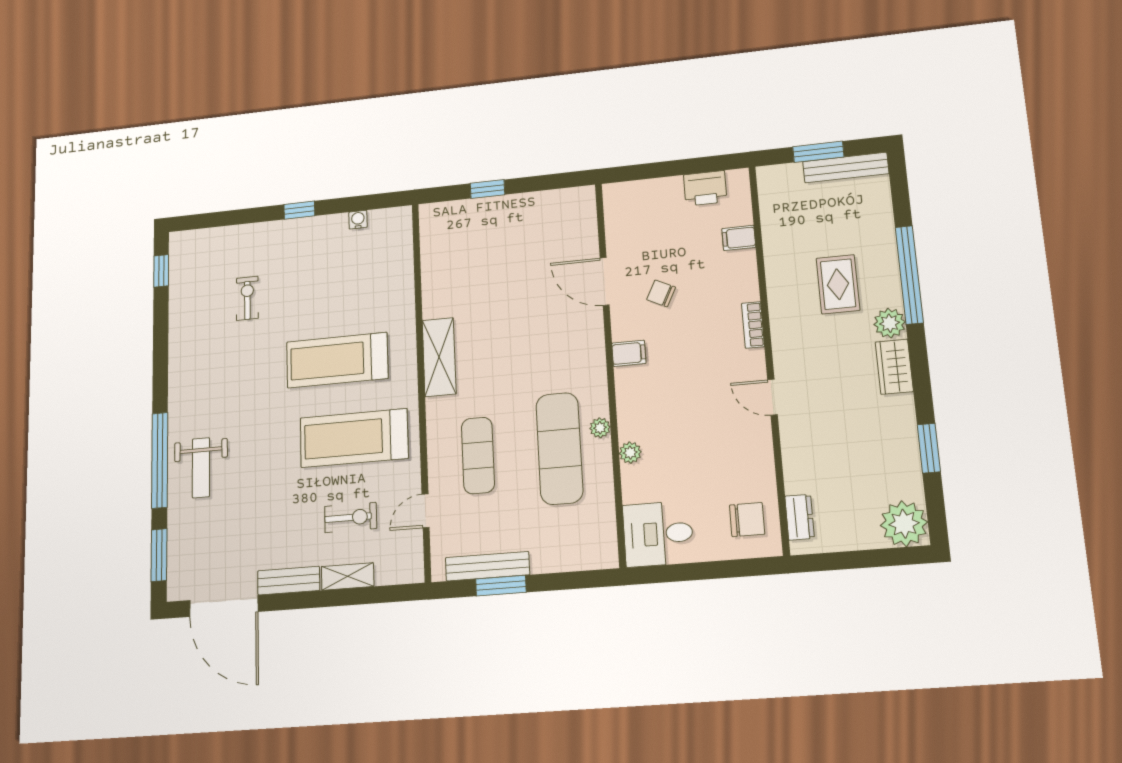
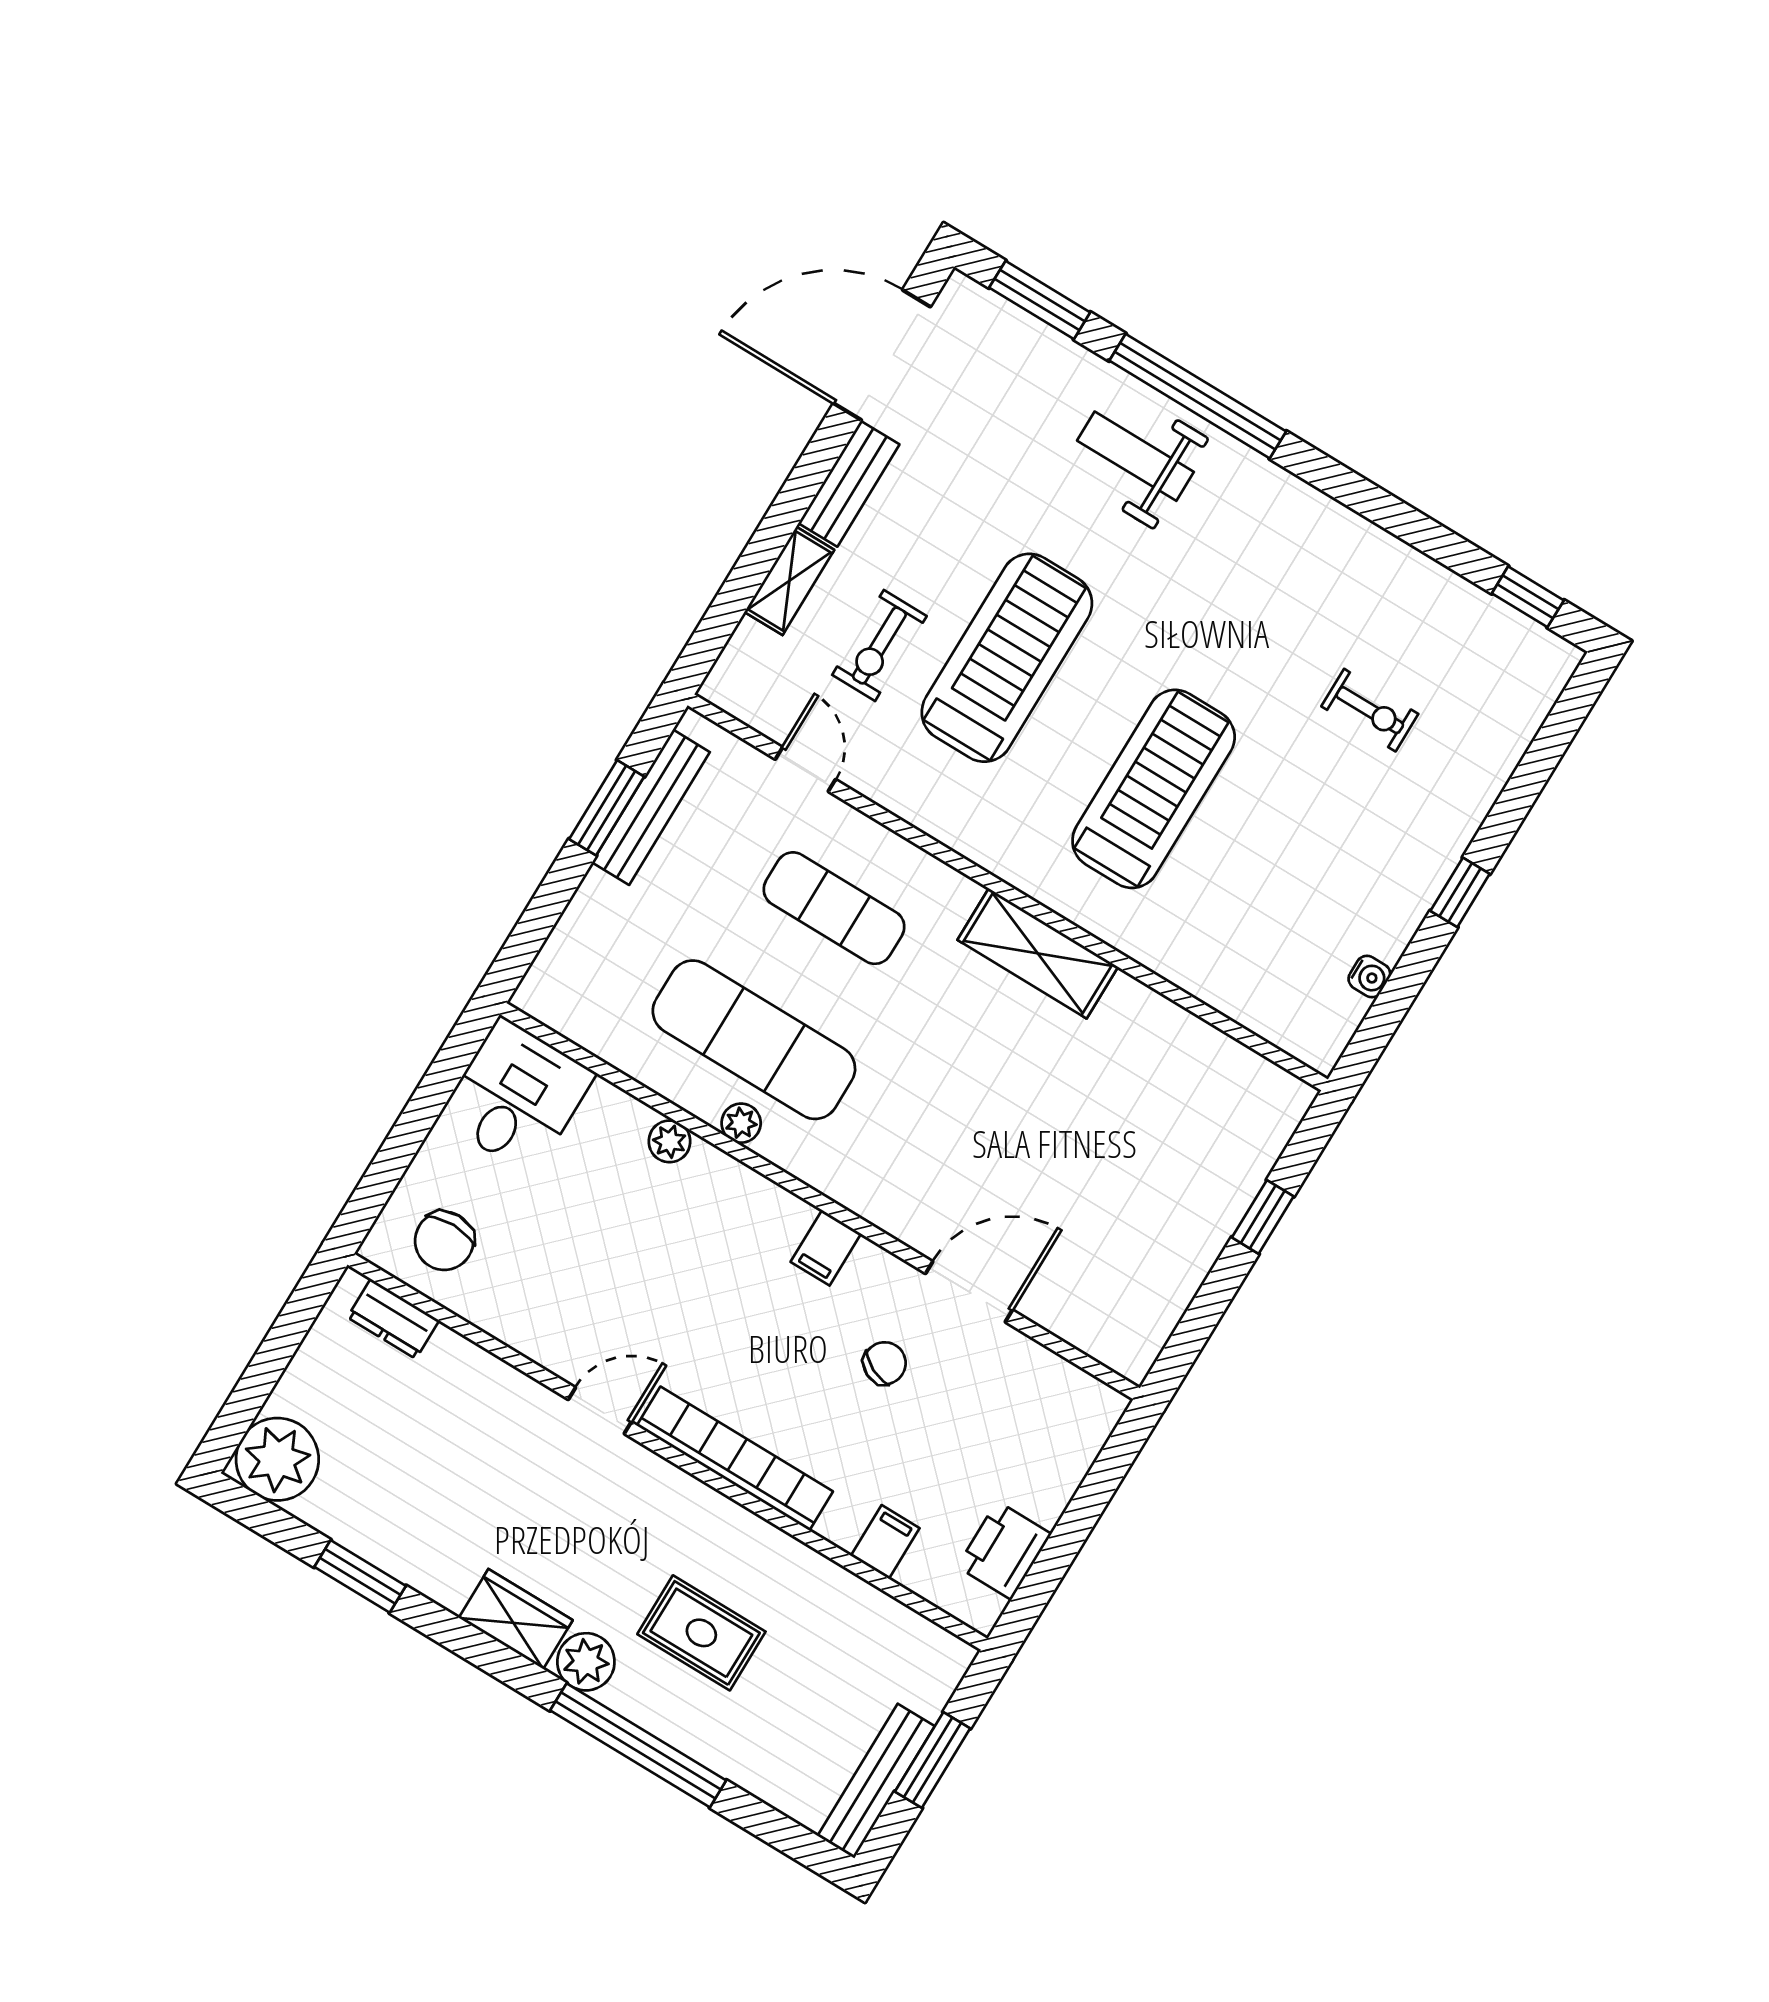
bookcase: (753, 325) -> (735, 1459), width x2.31, depth x1.31
treadmill: (354, 438) -> (1007, 658), moved

